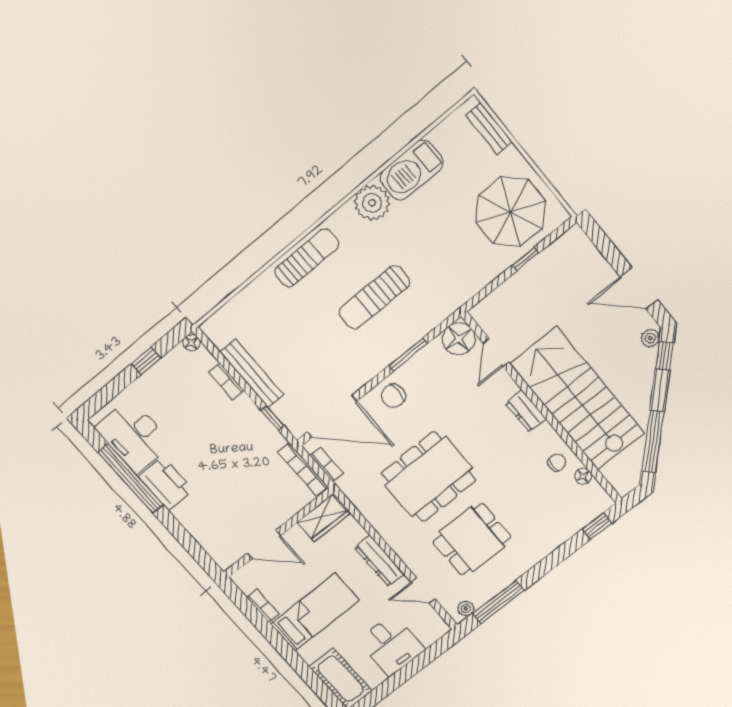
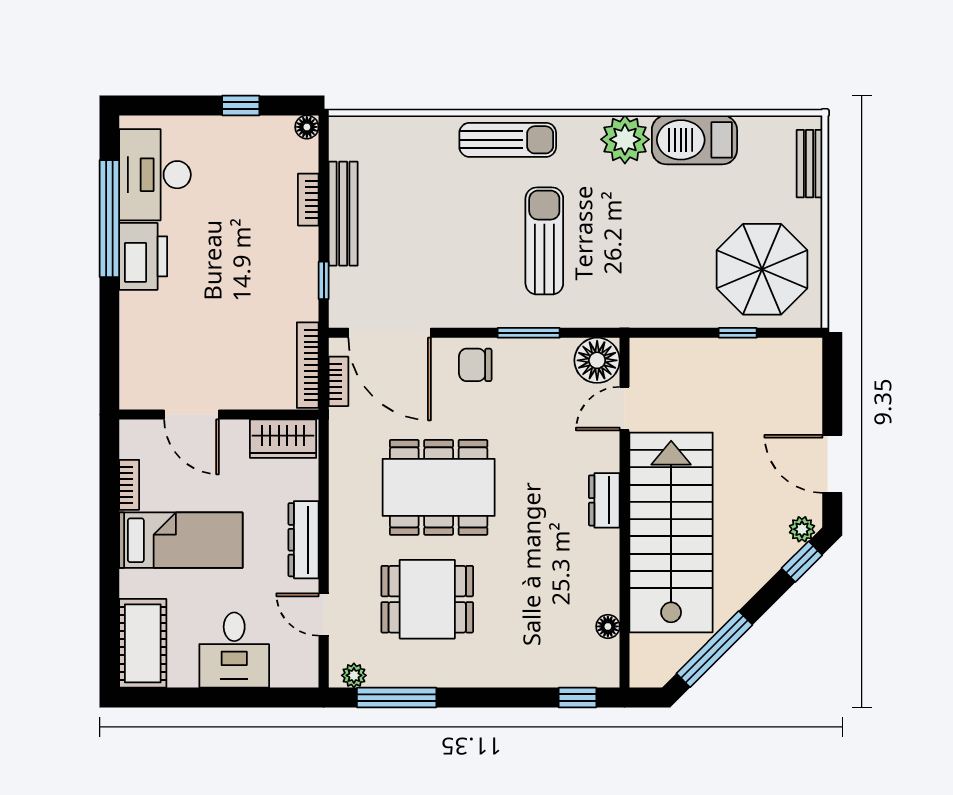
sun lounger: (374, 297) -> (544, 241), turned 90
chair: (557, 463) -> (592, 587), removed

